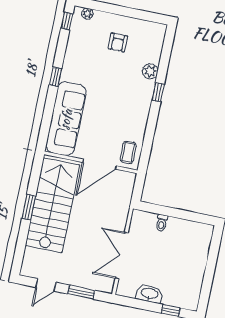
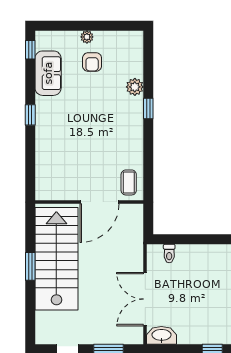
plant: (87, 14) -> (87, 37), moved
sofa: (66, 119) -> (48, 73), moved, width x0.54, depth x0.79
toilet: (162, 223) -> (169, 254), moved
washbasin: (149, 294) -> (161, 335), moved

